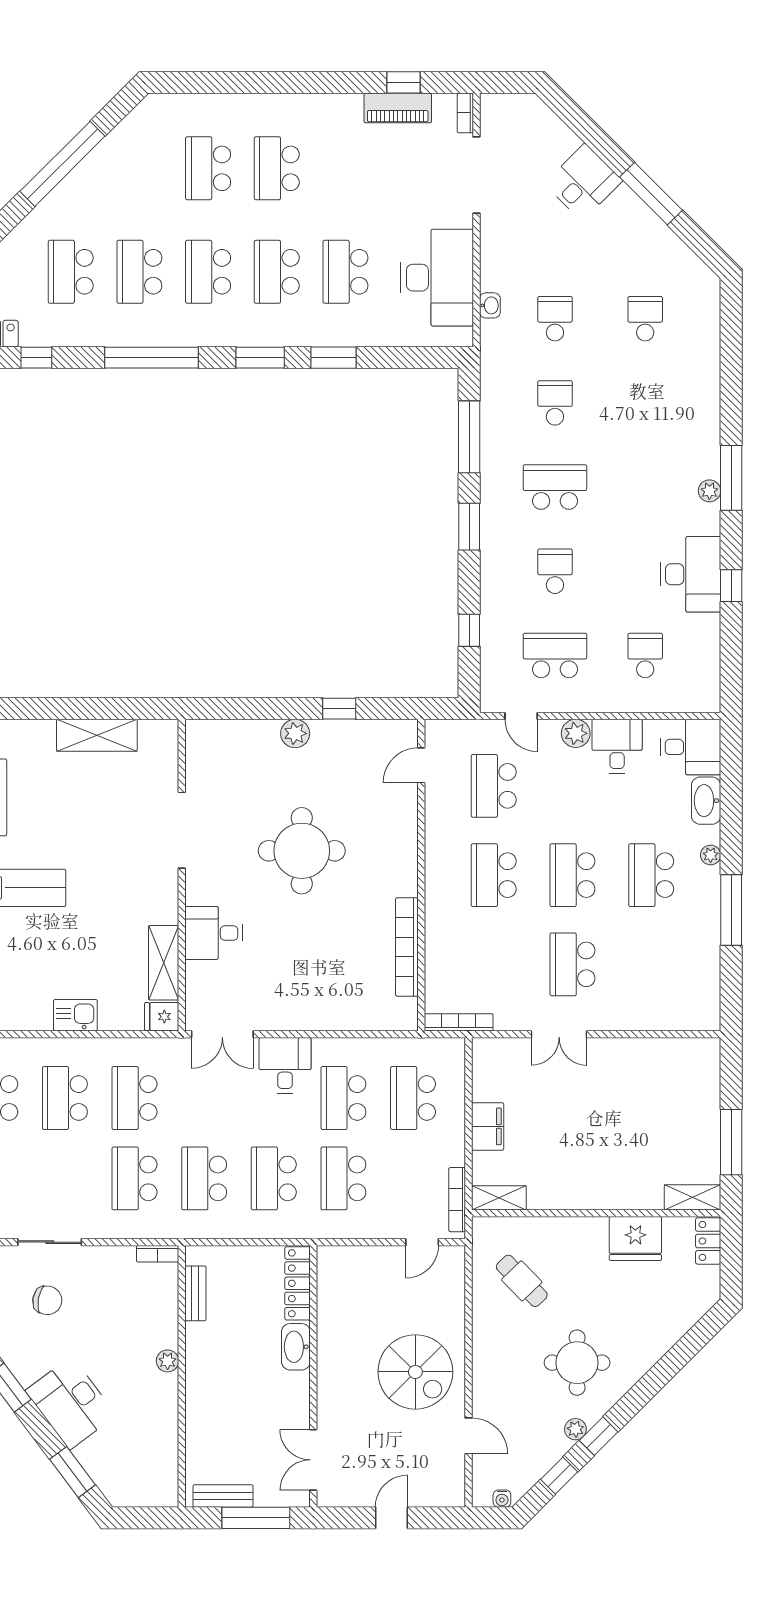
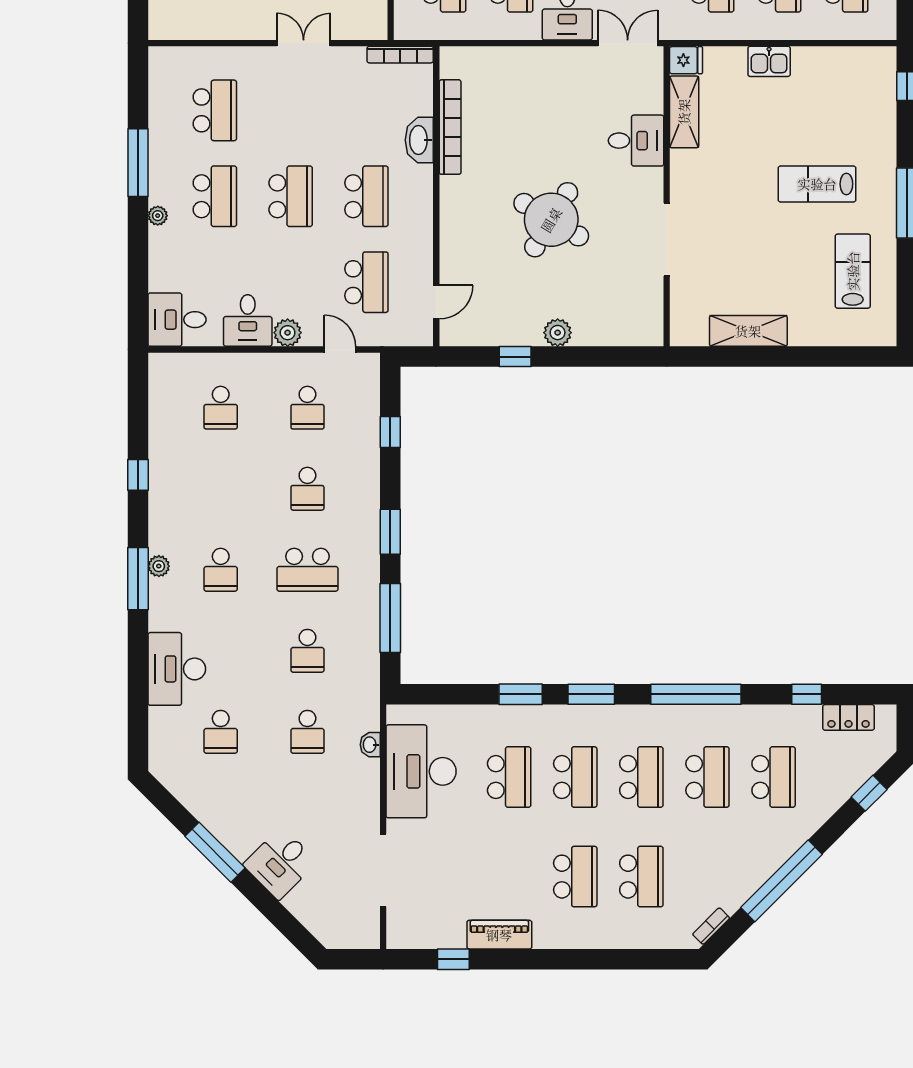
piano: (398, 108) -> (499, 935), moved
bookcase: (465, 113) -> (711, 926), moved, turned -135
school desk: (645, 487) -> (221, 570), added
desk: (691, 574) -> (177, 669), moved
school desk: (555, 655) -> (307, 408), width x0.54
washbasin: (706, 801) -> (419, 140), moved, turned 180
round table: (302, 851) -> (551, 220), turned 31
school desk: (572, 964) -> (215, 110), moved

